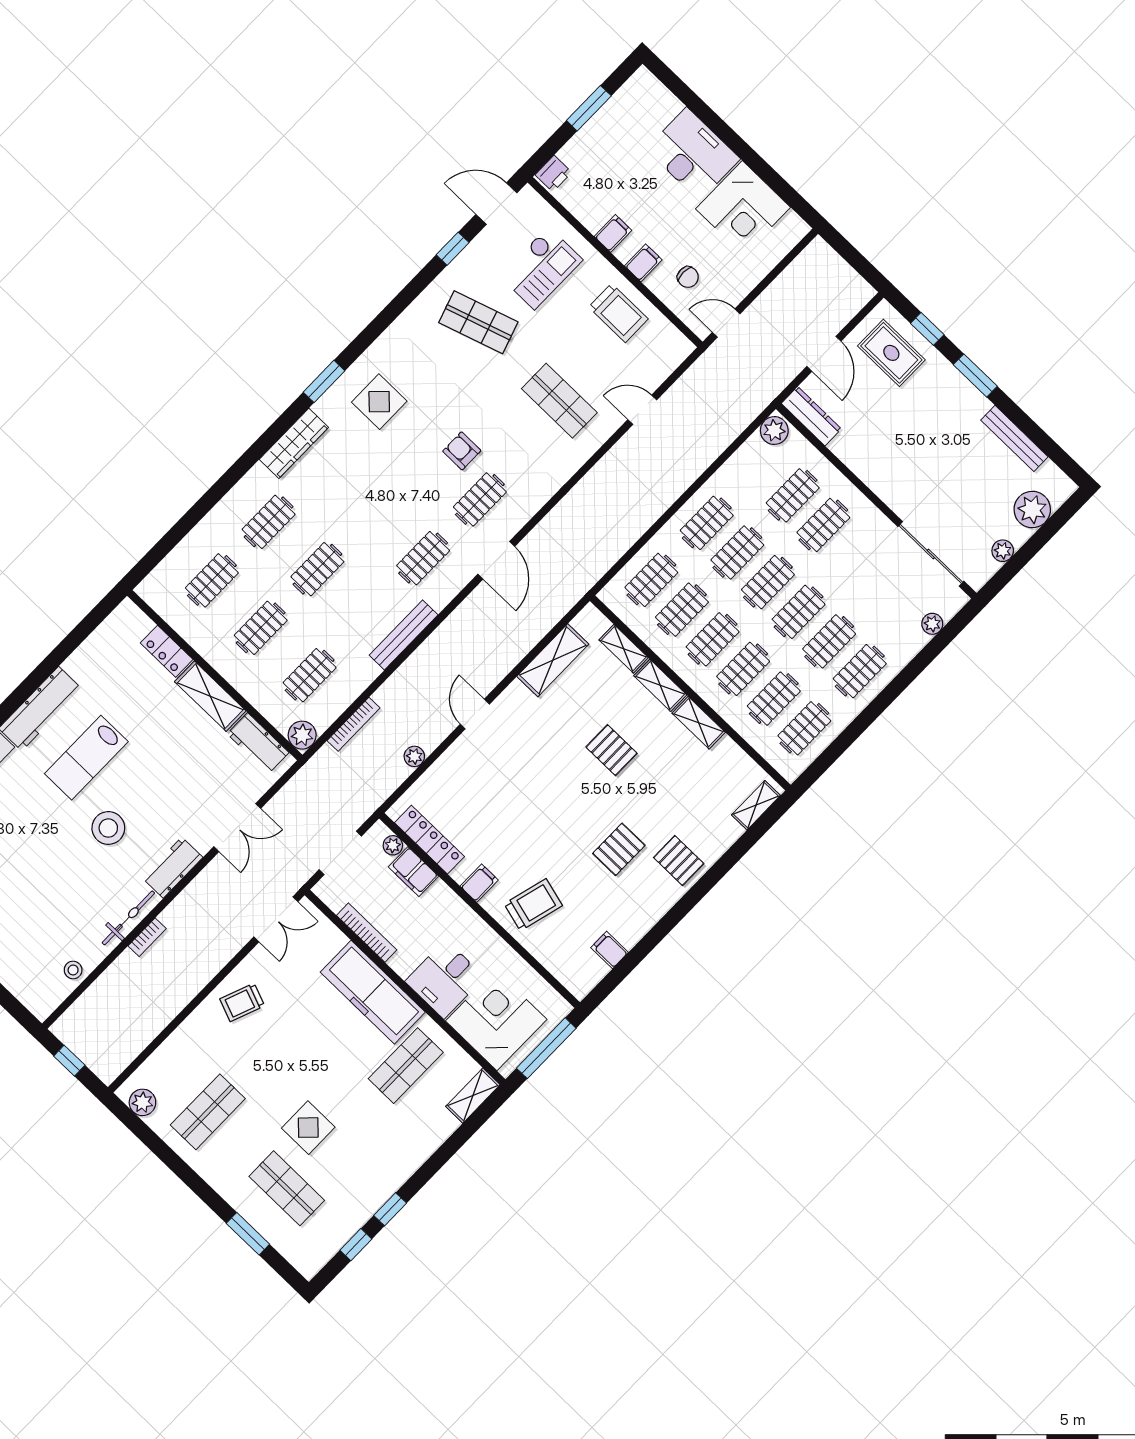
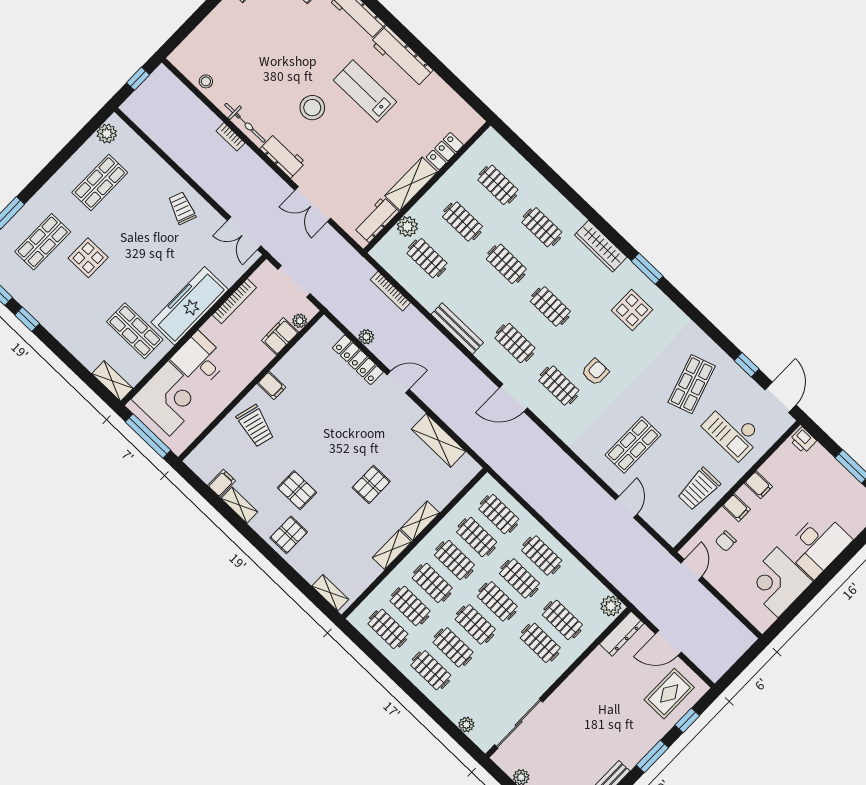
clothes rail: (374, 511) -> (550, 306), added
shelving: (624, 649) -> (239, 505), moved, turned 90
plant: (302, 735) -> (407, 227), moved
locker: (429, 840) -> (358, 360), moved, turned 90
shop shelf: (208, 1112) -> (100, 183), turned 90

